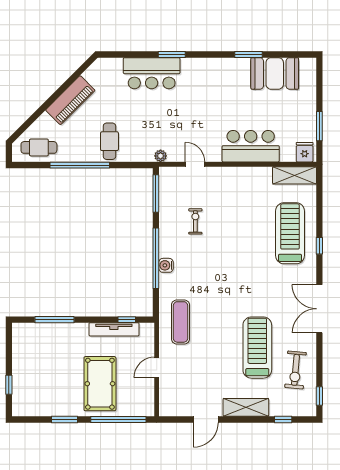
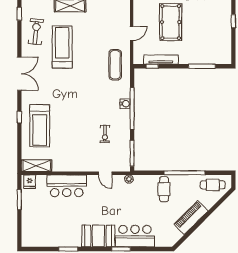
booth: (275, 73) -> (98, 236), moved
treadmill: (257, 348) -> (62, 47), turned 180

